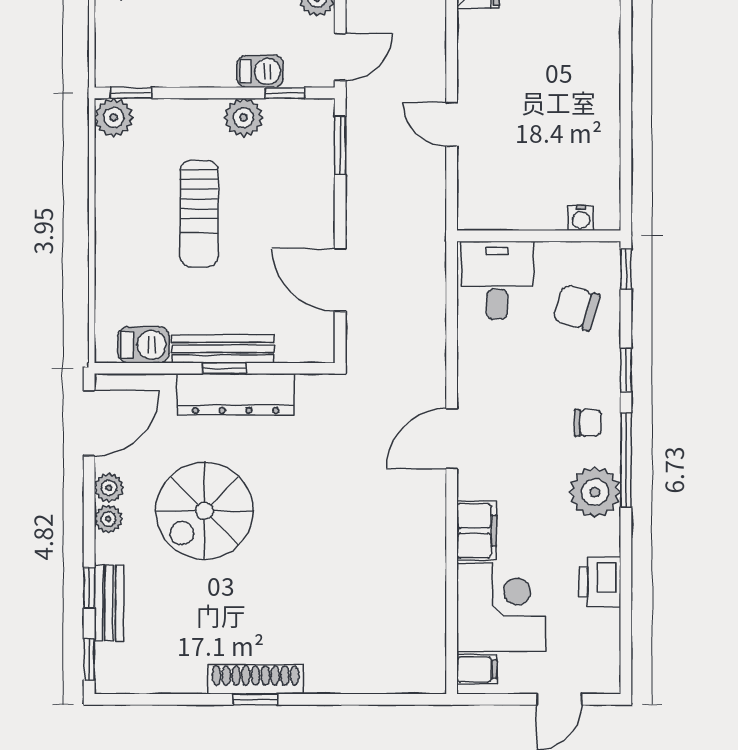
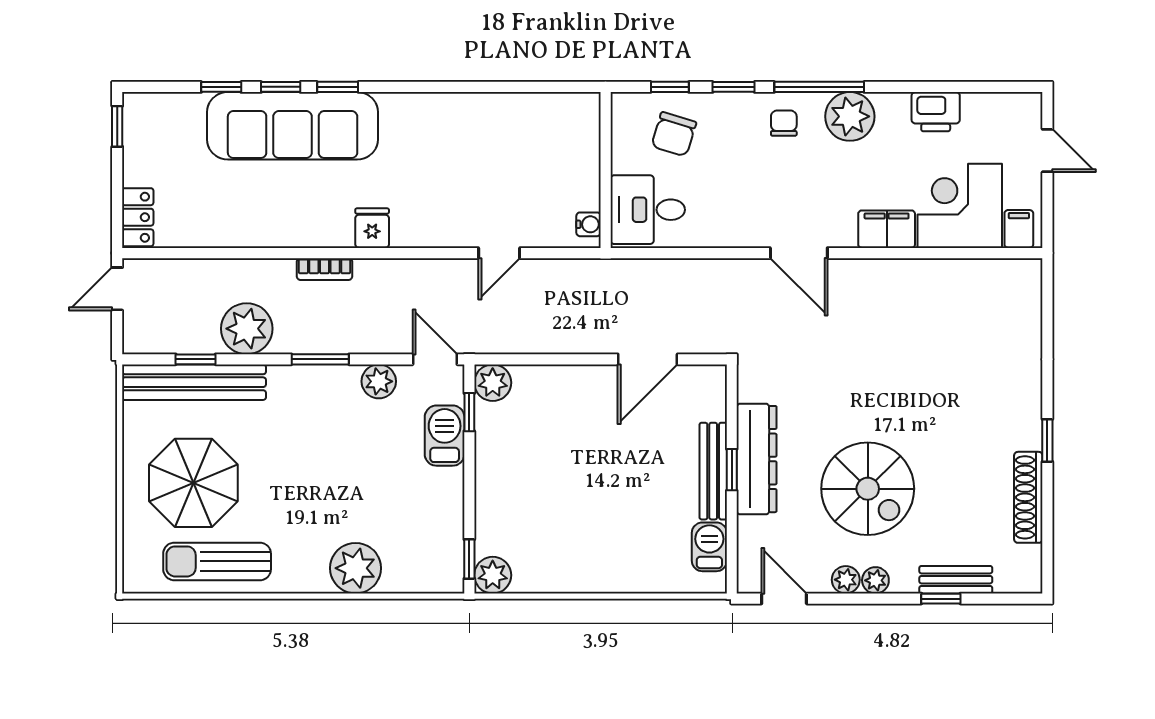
barbecue: (260, 71) -> (445, 436), width x1.38, depth x1.27
plant: (244, 117) -> (493, 383), moved
window: (340, 145) -> (519, 359), removed
sun lounger: (199, 214) -> (584, 494), removed
water cooler: (581, 218) -> (588, 224), moved
window: (626, 269) -> (670, 87), moved
door: (89, 423) -> (784, 599), width x0.73
window: (89, 660) -> (1009, 599), removed
shoe rack: (256, 679) -> (1028, 497), moved

